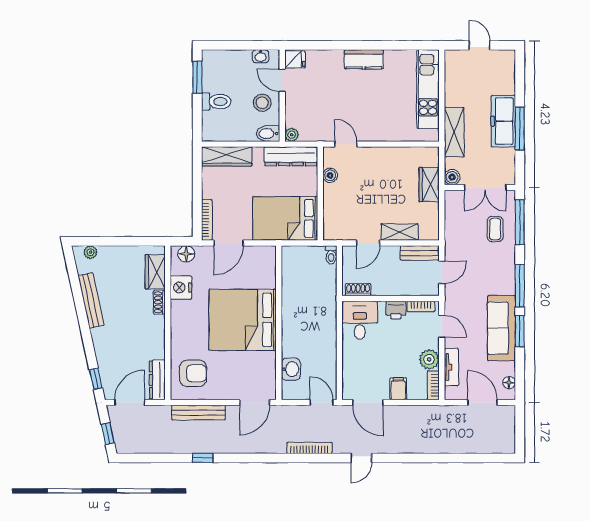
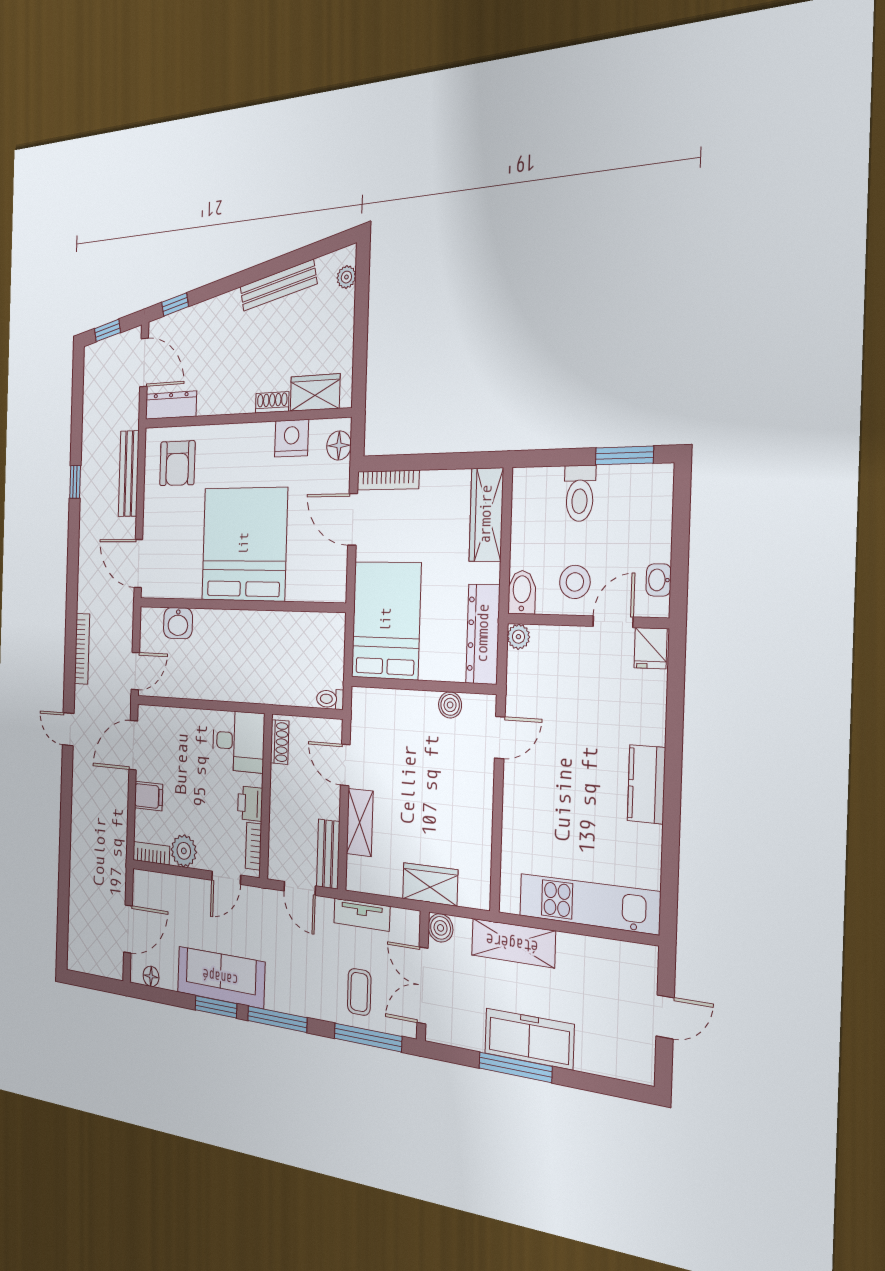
coffee table: (495, 229) -> (359, 992), turned 90
tv unit: (451, 367) -> (362, 915), moved

